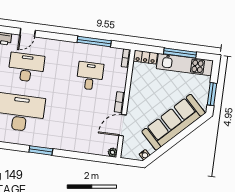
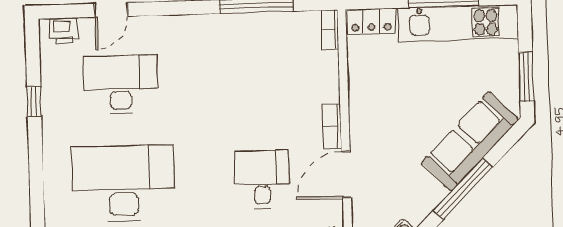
desk: (90, 76) -> (262, 179), moved
sofa: (173, 122) -> (470, 141), width x0.74, depth x0.79
window: (175, 141) -> (463, 189), added

